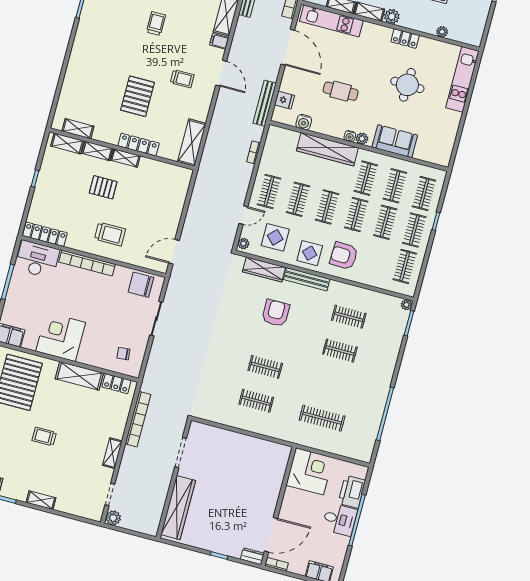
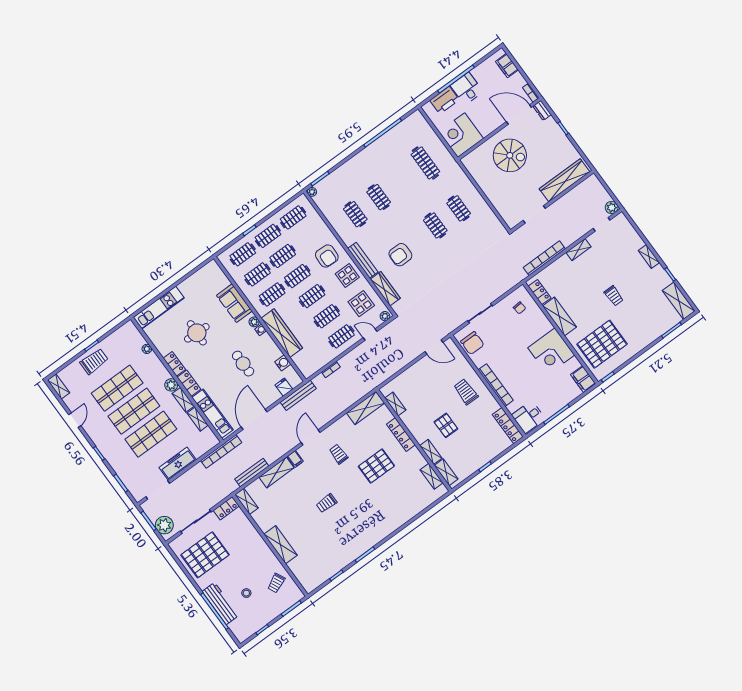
locker: (377, 31) -> (189, 383), added
shelving: (125, 158) -> (395, 404), moved
desk: (37, 259) -> (528, 417), width x0.73
spiral stairs: (248, 489) -> (510, 155), added

